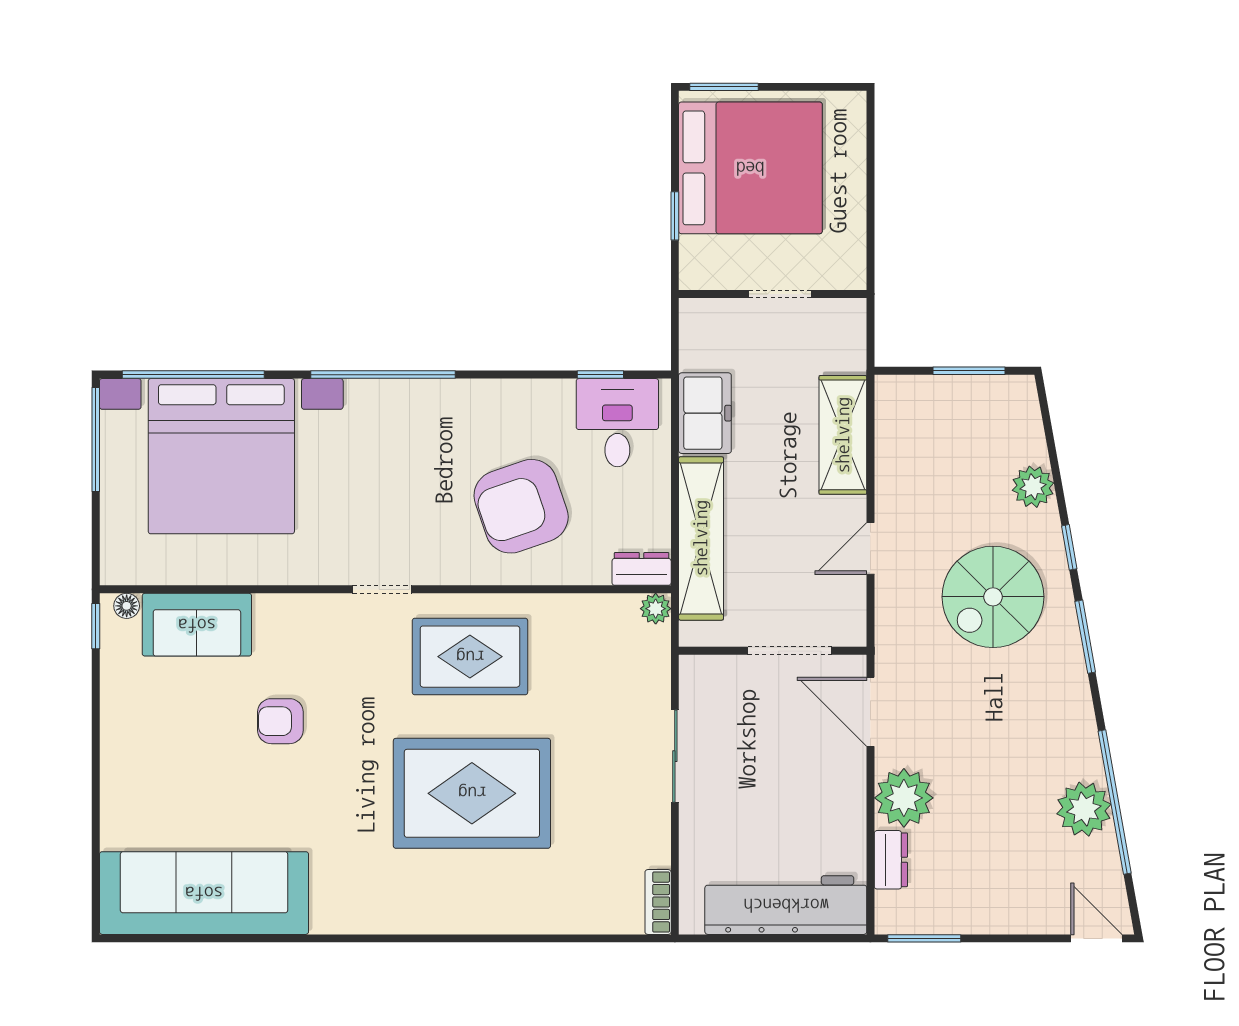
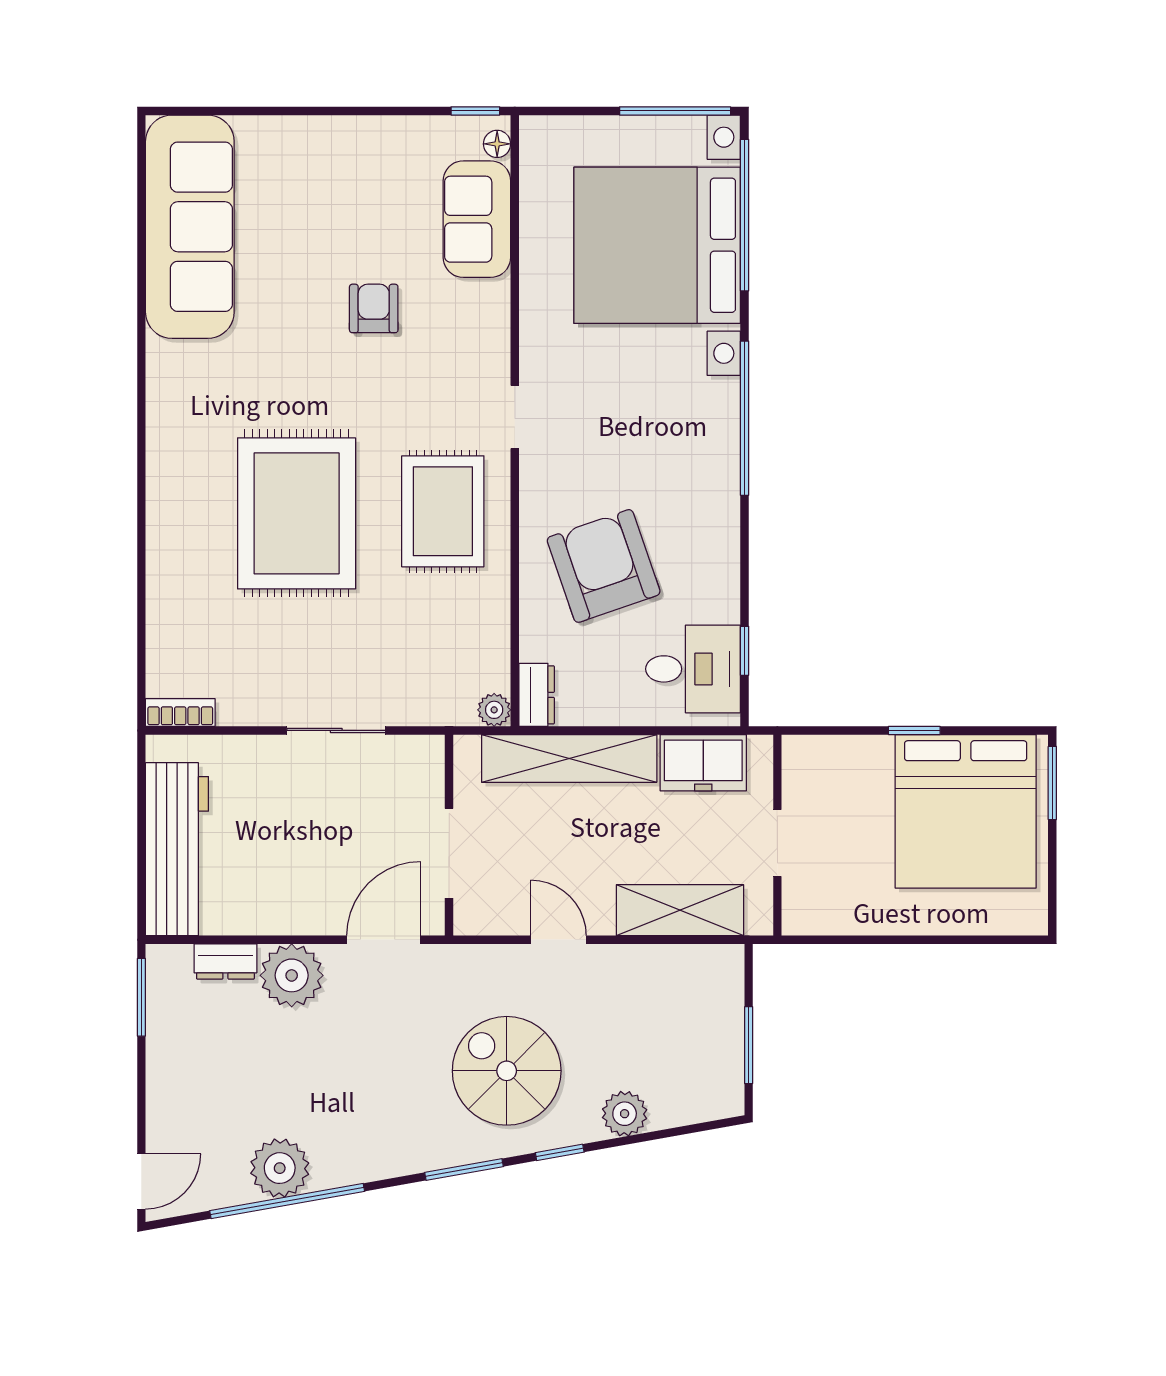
wall: (773, 294) -> (777, 835), moved
doorway: (780, 294) -> (777, 843), moved

